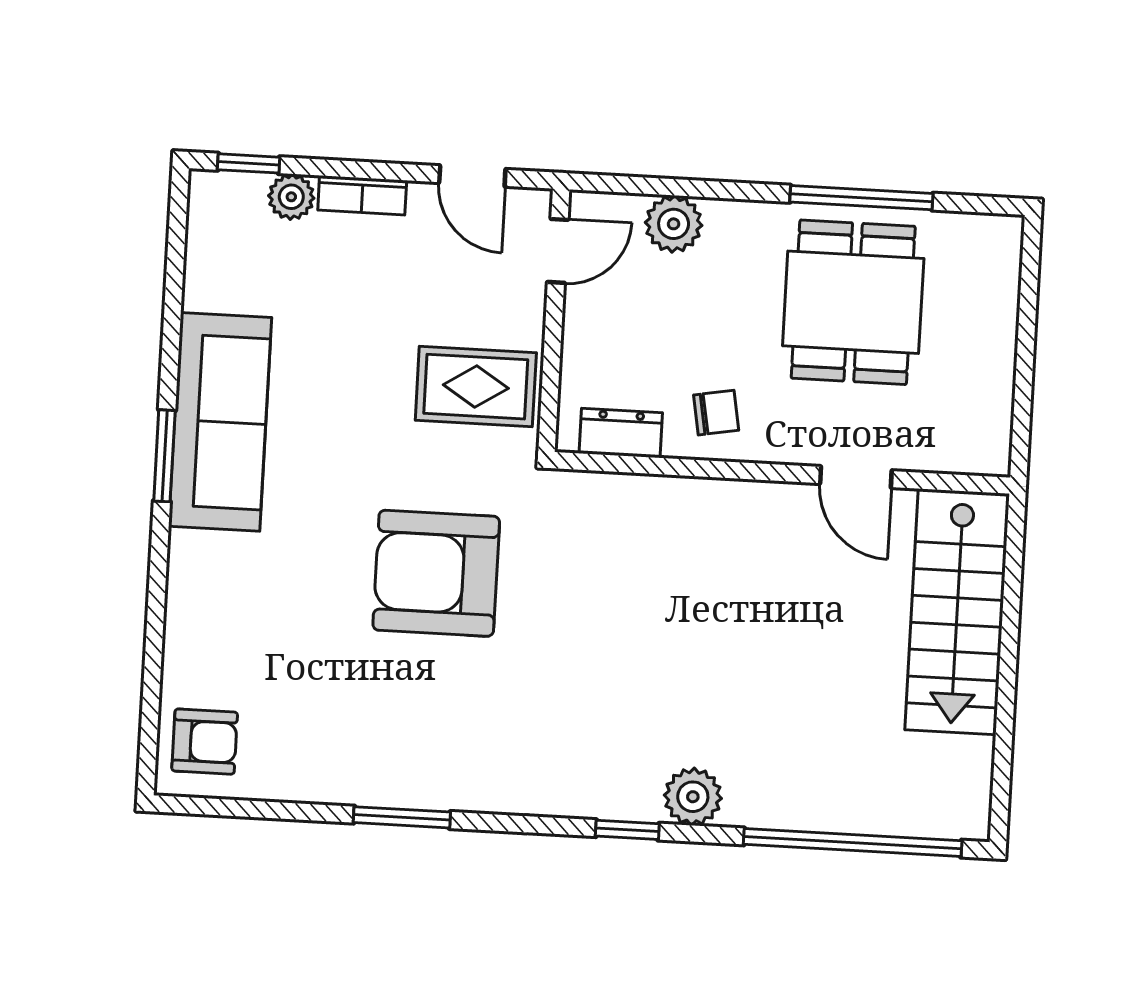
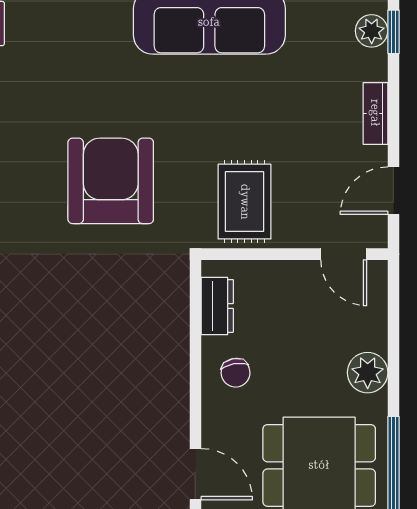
plant: (291, 197) -> (372, 31), moved
plant: (674, 224) -> (368, 373), moved
door: (856, 477) -> (195, 474), swing flipped

